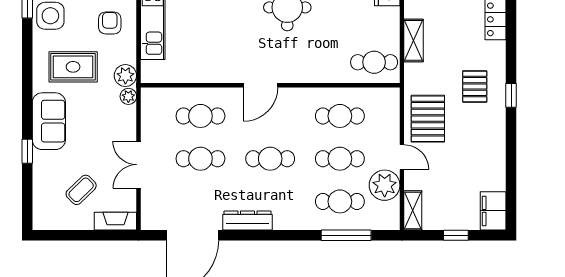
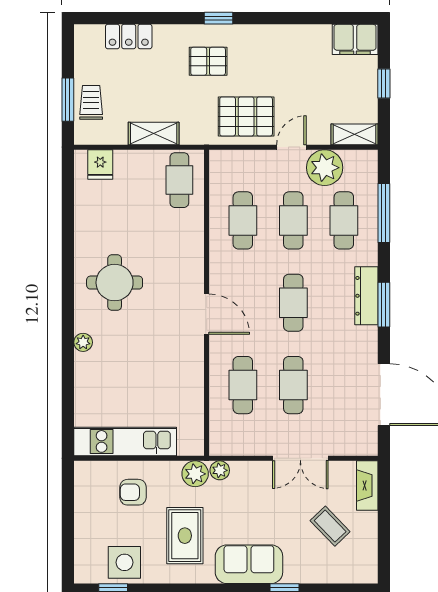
dresser: (247, 221) -> (366, 296), moved
window: (269, 235) -> (384, 305), added

